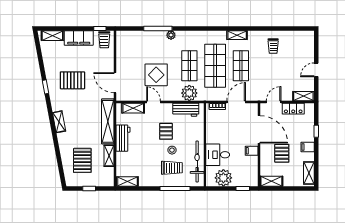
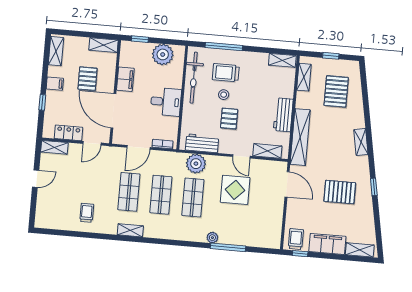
shop shelf: (215, 66) -> (161, 195), width x0.70, depth x0.74
filing cabinet: (252, 151) -> (125, 79), width x2.00
desk: (218, 155) -> (166, 102), moved
shelving: (109, 156) -> (304, 77), moved

